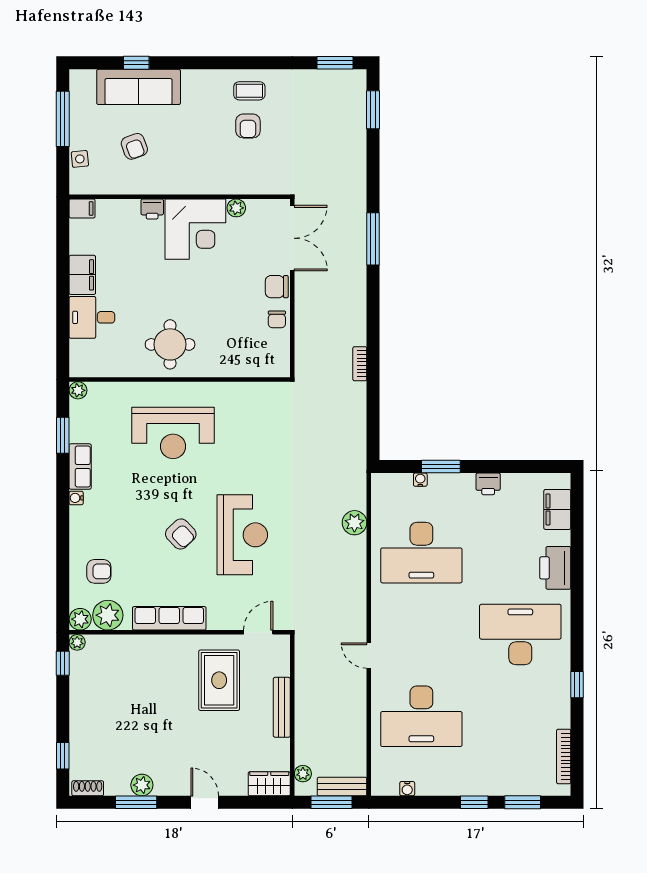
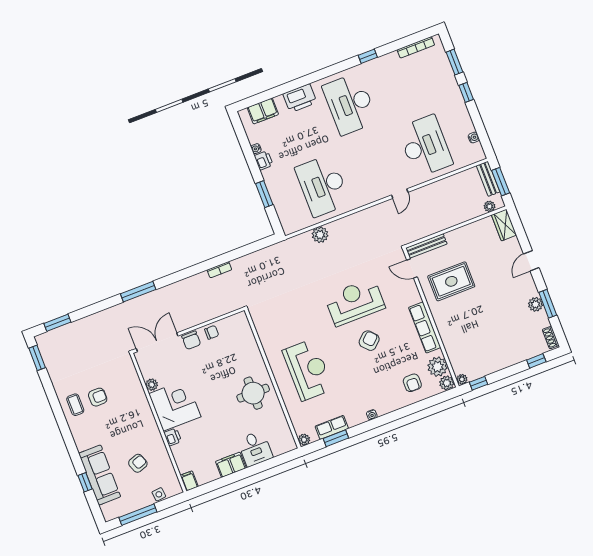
row of seats: (80, 466) -> (332, 427), moved
water cooler: (420, 480) -> (256, 149), moved
desk: (421, 553) -> (323, 186), turned 180
armchair: (99, 571) -> (412, 383), turned 180
bench: (282, 707) -> (426, 246), moved

